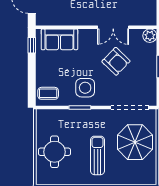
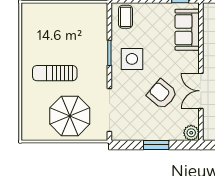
armchair: (116, 61) -> (162, 94), turned 86
round table: (55, 152) -> (59, 24), removed
sun lounger: (98, 155) -> (55, 73), turned 180

